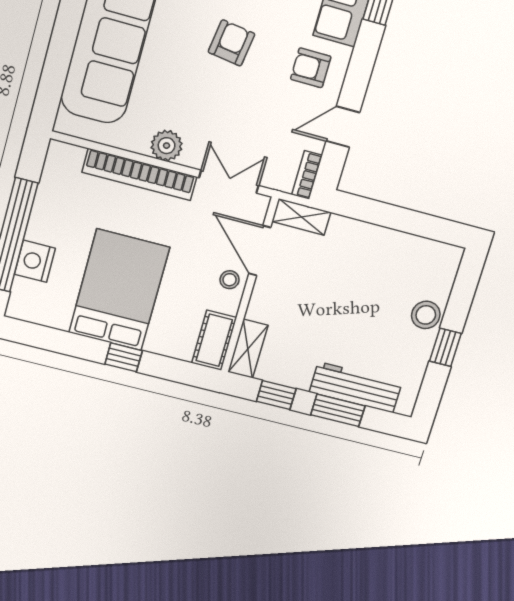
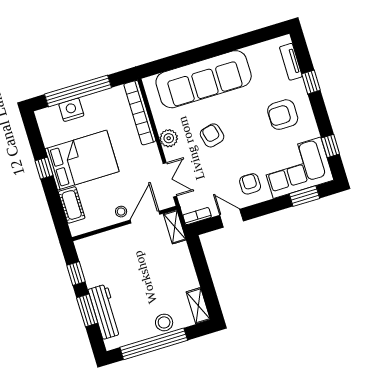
armchair: (231, 43) -> (212, 135), moved, turned -112
bookcase: (140, 175) -> (140, 113), moved
cot: (214, 340) -> (72, 205), moved, turned 90
window: (445, 347) -> (154, 344), width x3.17
shelving: (248, 349) -> (198, 306), moved, turned 90
window: (124, 357) -> (44, 168), moved

